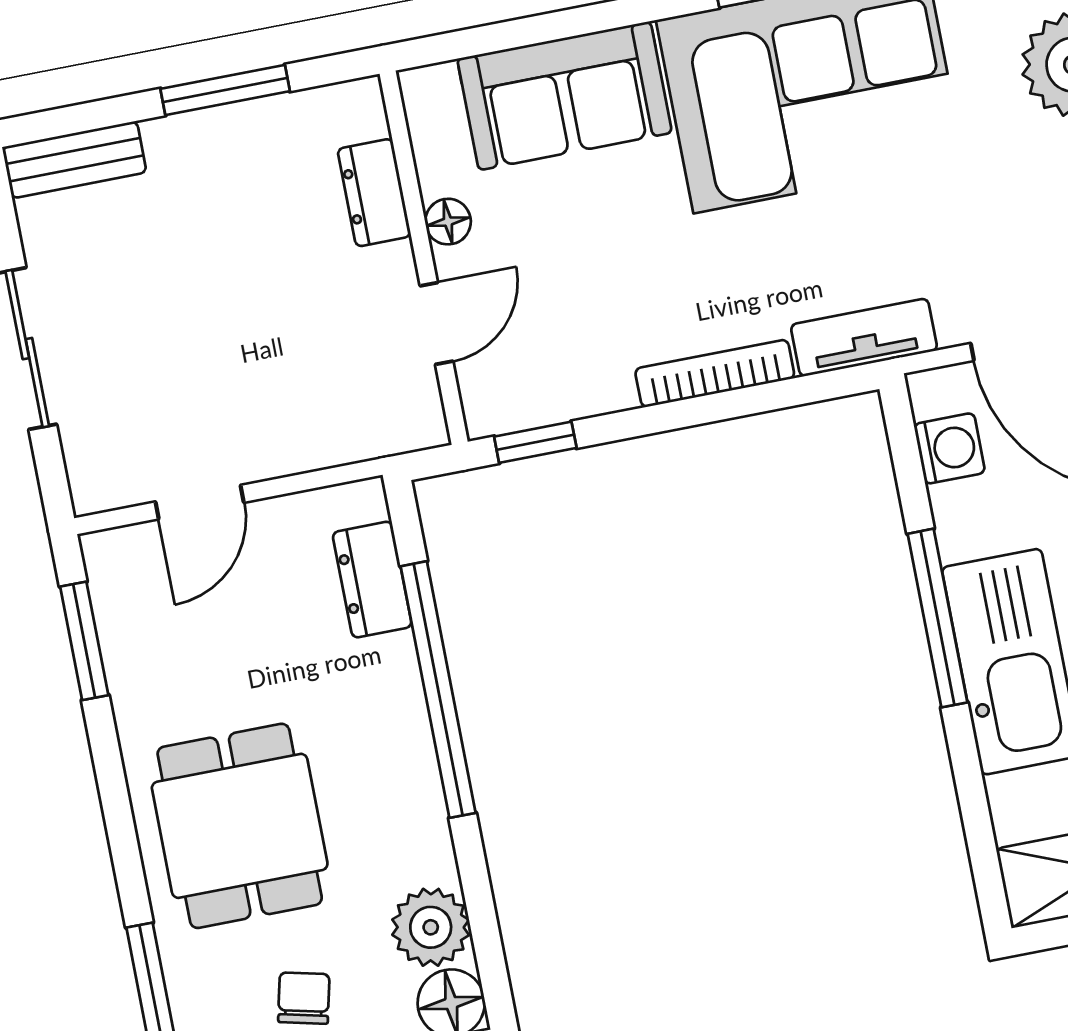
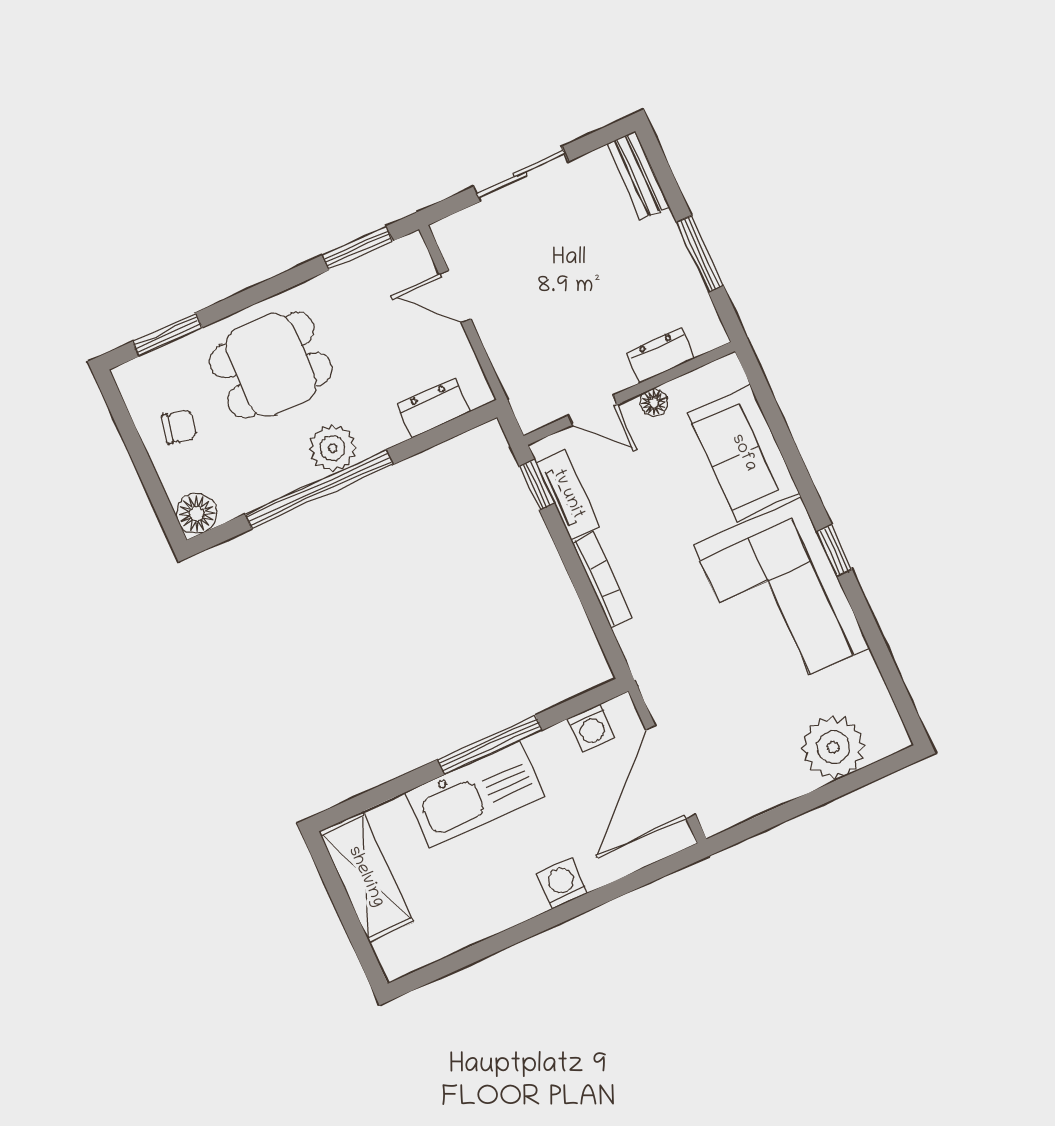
tv unit: (864, 338) -> (568, 494), moved
window: (438, 690) -> (319, 489), moved
plant: (431, 927) -> (333, 448), moved

